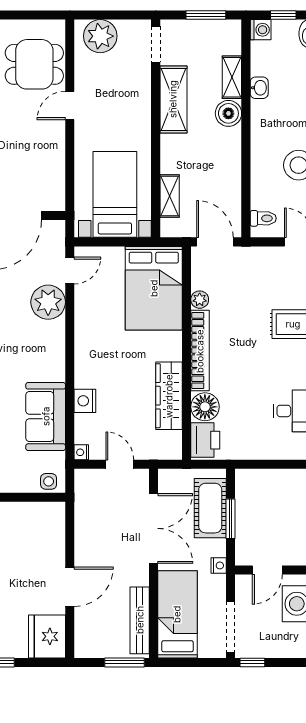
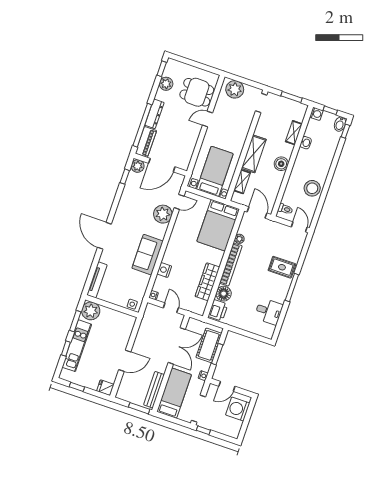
shelving: (173, 99) -> (254, 154), moved
boiler: (228, 113) -> (281, 164), moved
sofa: (46, 416) -> (148, 255), moved
fridge: (47, 636) -> (105, 388), width x0.53, depth x0.75

